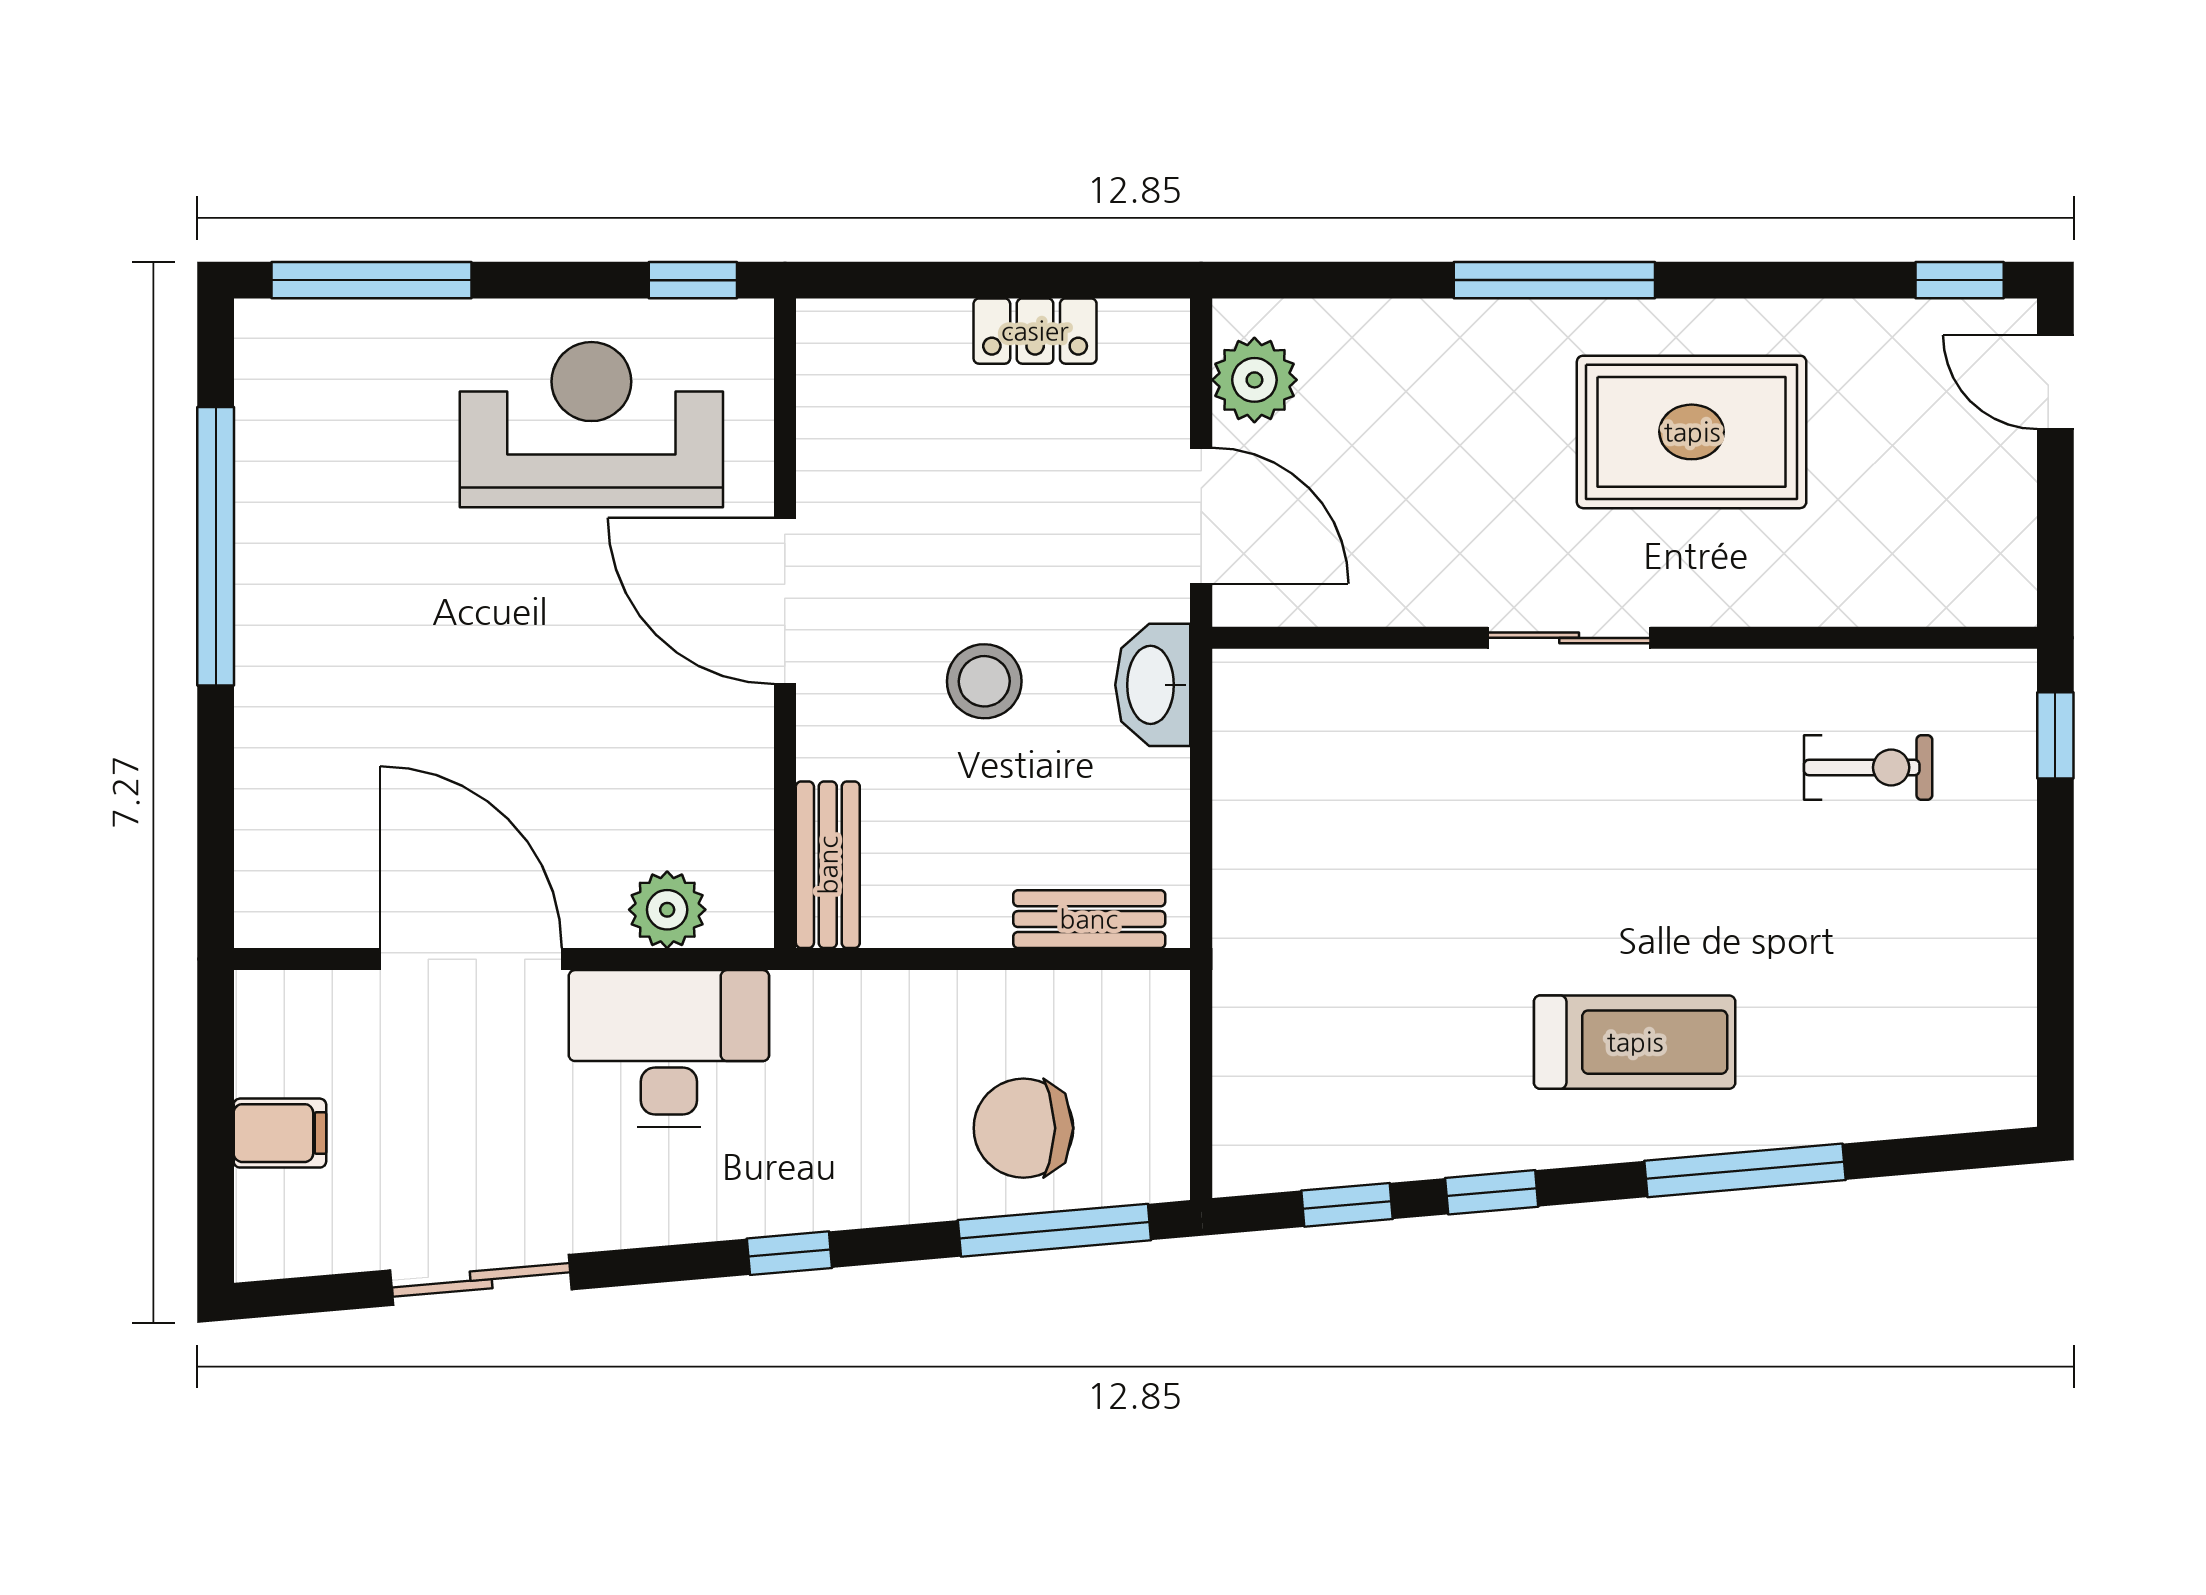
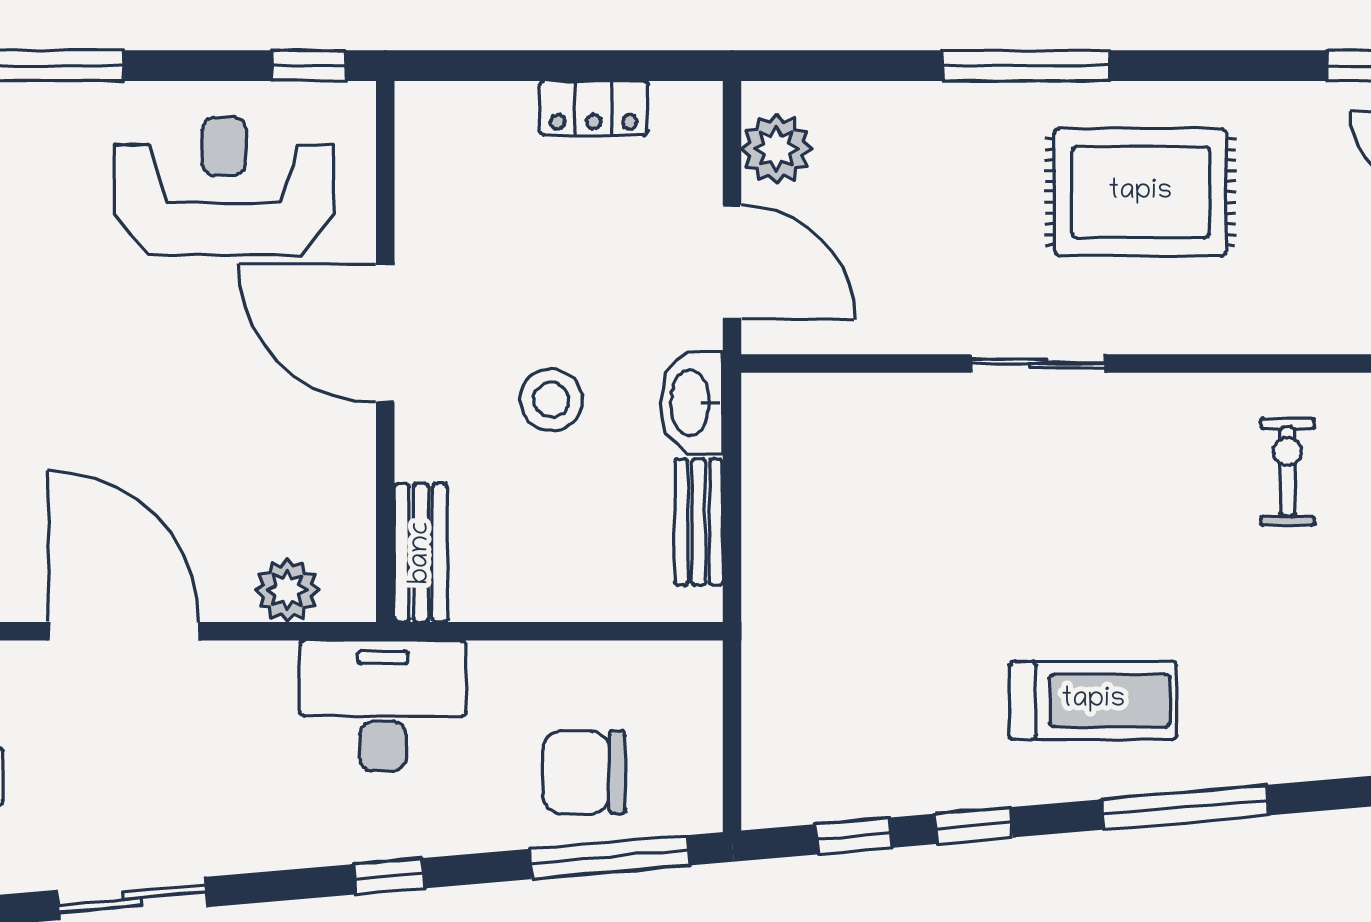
exercise bike: (1868, 767) -> (1288, 472), turned -90
bench: (1089, 919) -> (699, 522), moved, turned 90
desk: (669, 1049) -> (383, 706), moved

